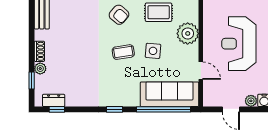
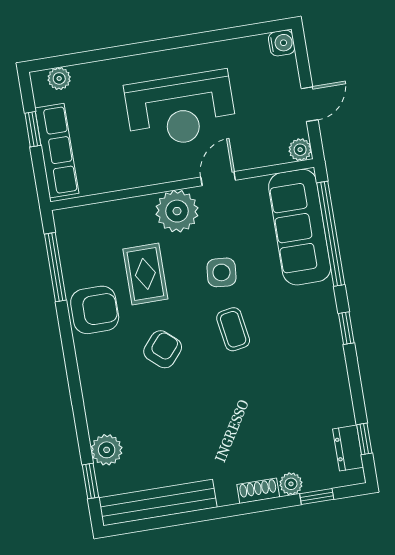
door: (201, 71) -> (218, 179), moved
plant: (251, 101) -> (300, 150), moved

